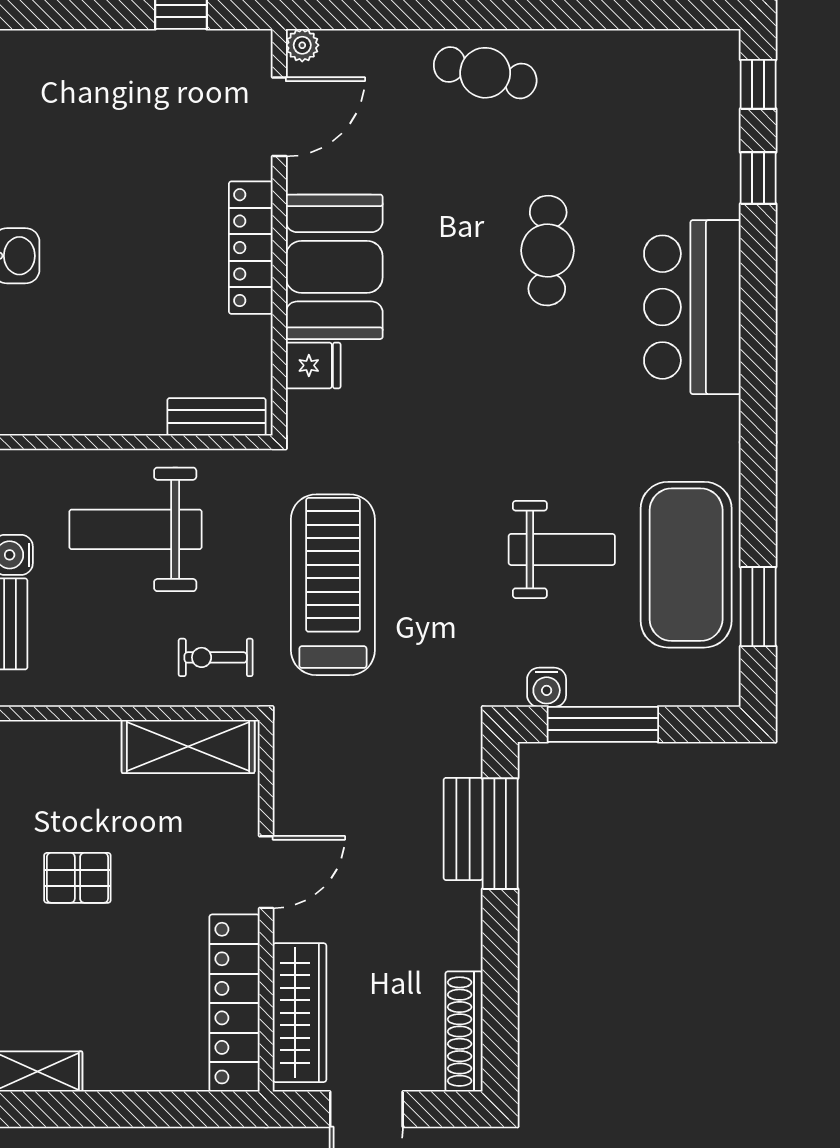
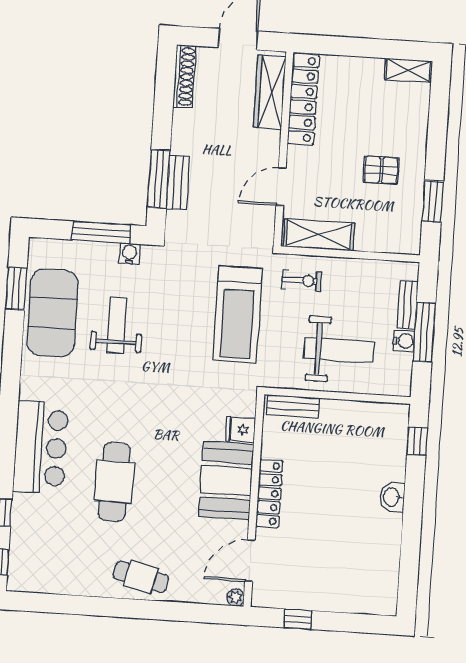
cafe table: (547, 251) -> (114, 482), width x1.37, depth x1.35
weight bench: (562, 549) -> (117, 325), turned 90
door: (266, 872) -> (281, 187), moved

